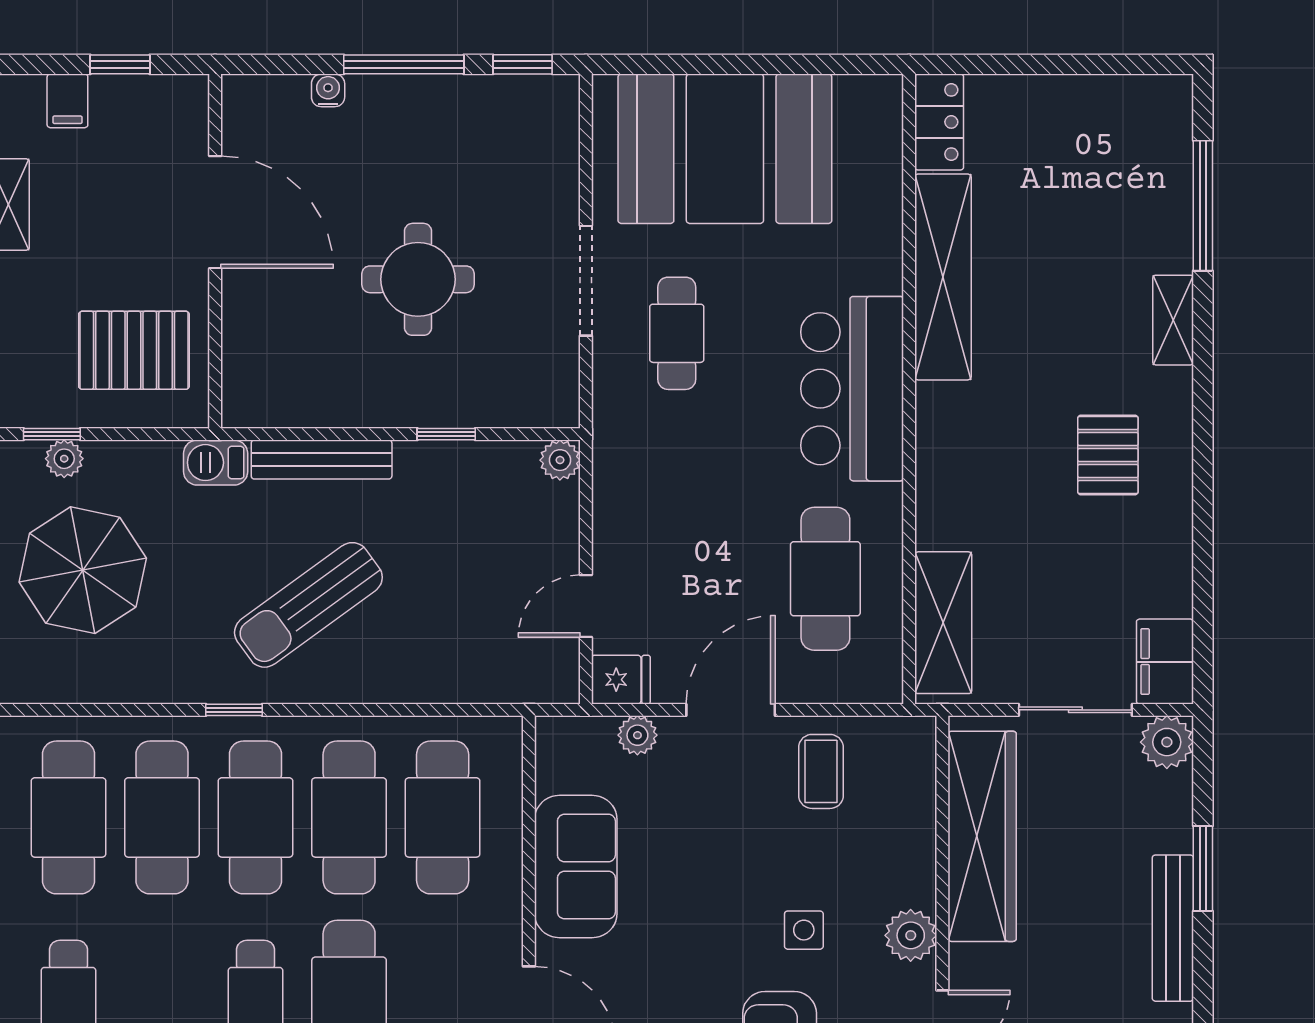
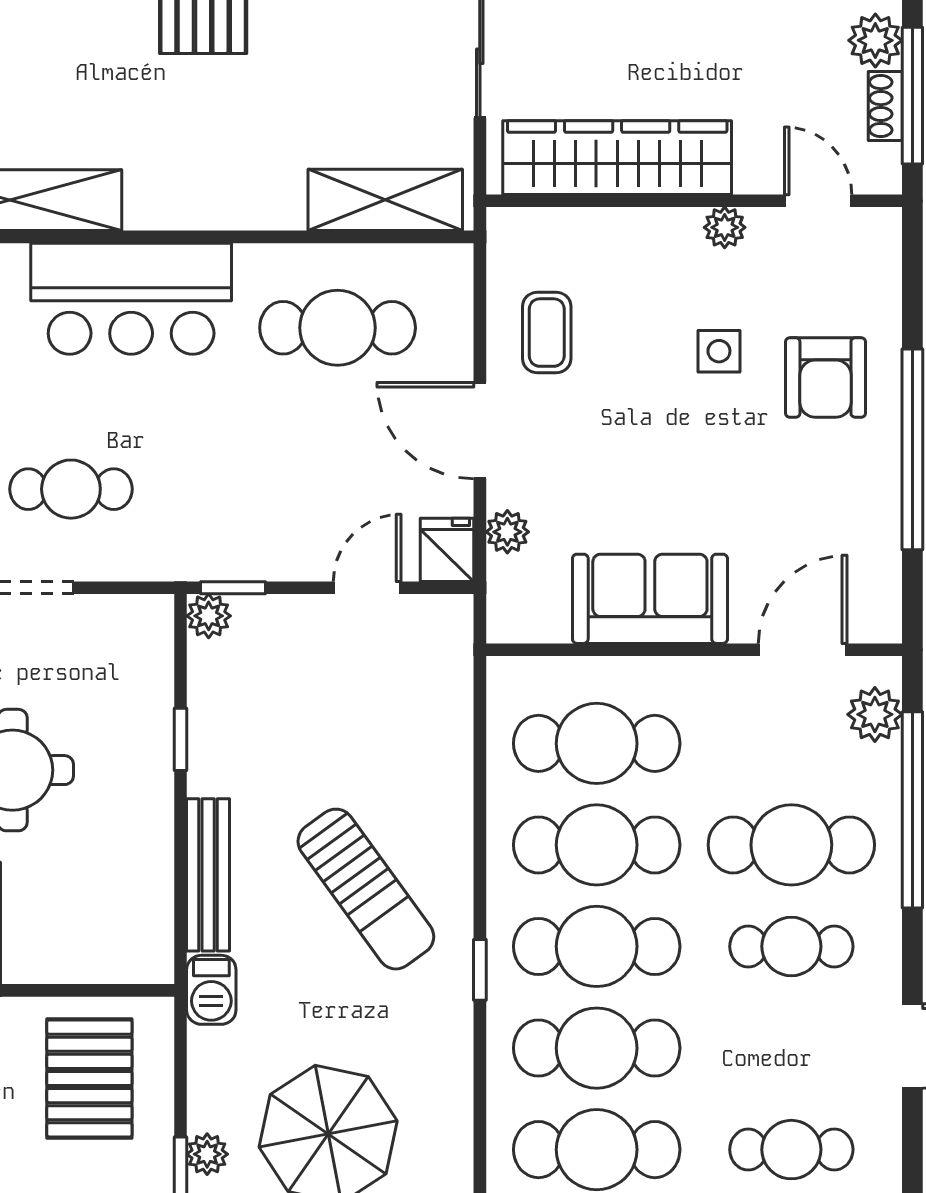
window: (586, 482) -> (233, 588), added
door: (586, 606) -> (367, 588), swing flipped
coffee table: (821, 771) -> (547, 333), turned 90
plant: (911, 935) -> (725, 227), width x0.73, depth x0.73

